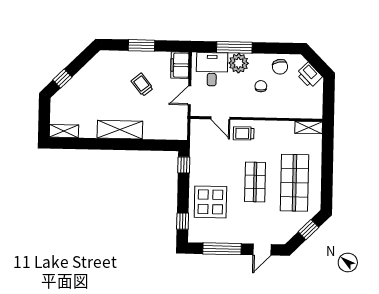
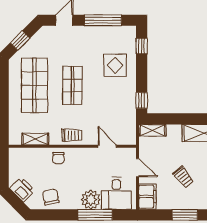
chair: (261, 86) -> (58, 158), moved
door: (189, 95) -> (137, 168), hinge flipped
shelving: (309, 127) -> (35, 139), moved
trolley: (244, 133) -> (72, 135), moved
shelving: (173, 134) -> (152, 130), added
display table: (210, 202) -> (115, 65), width x0.73, depth x0.73

